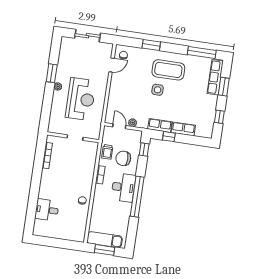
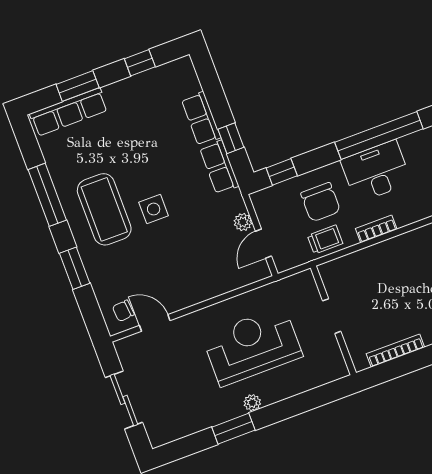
window: (202, 52) -> (47, 195), moved

